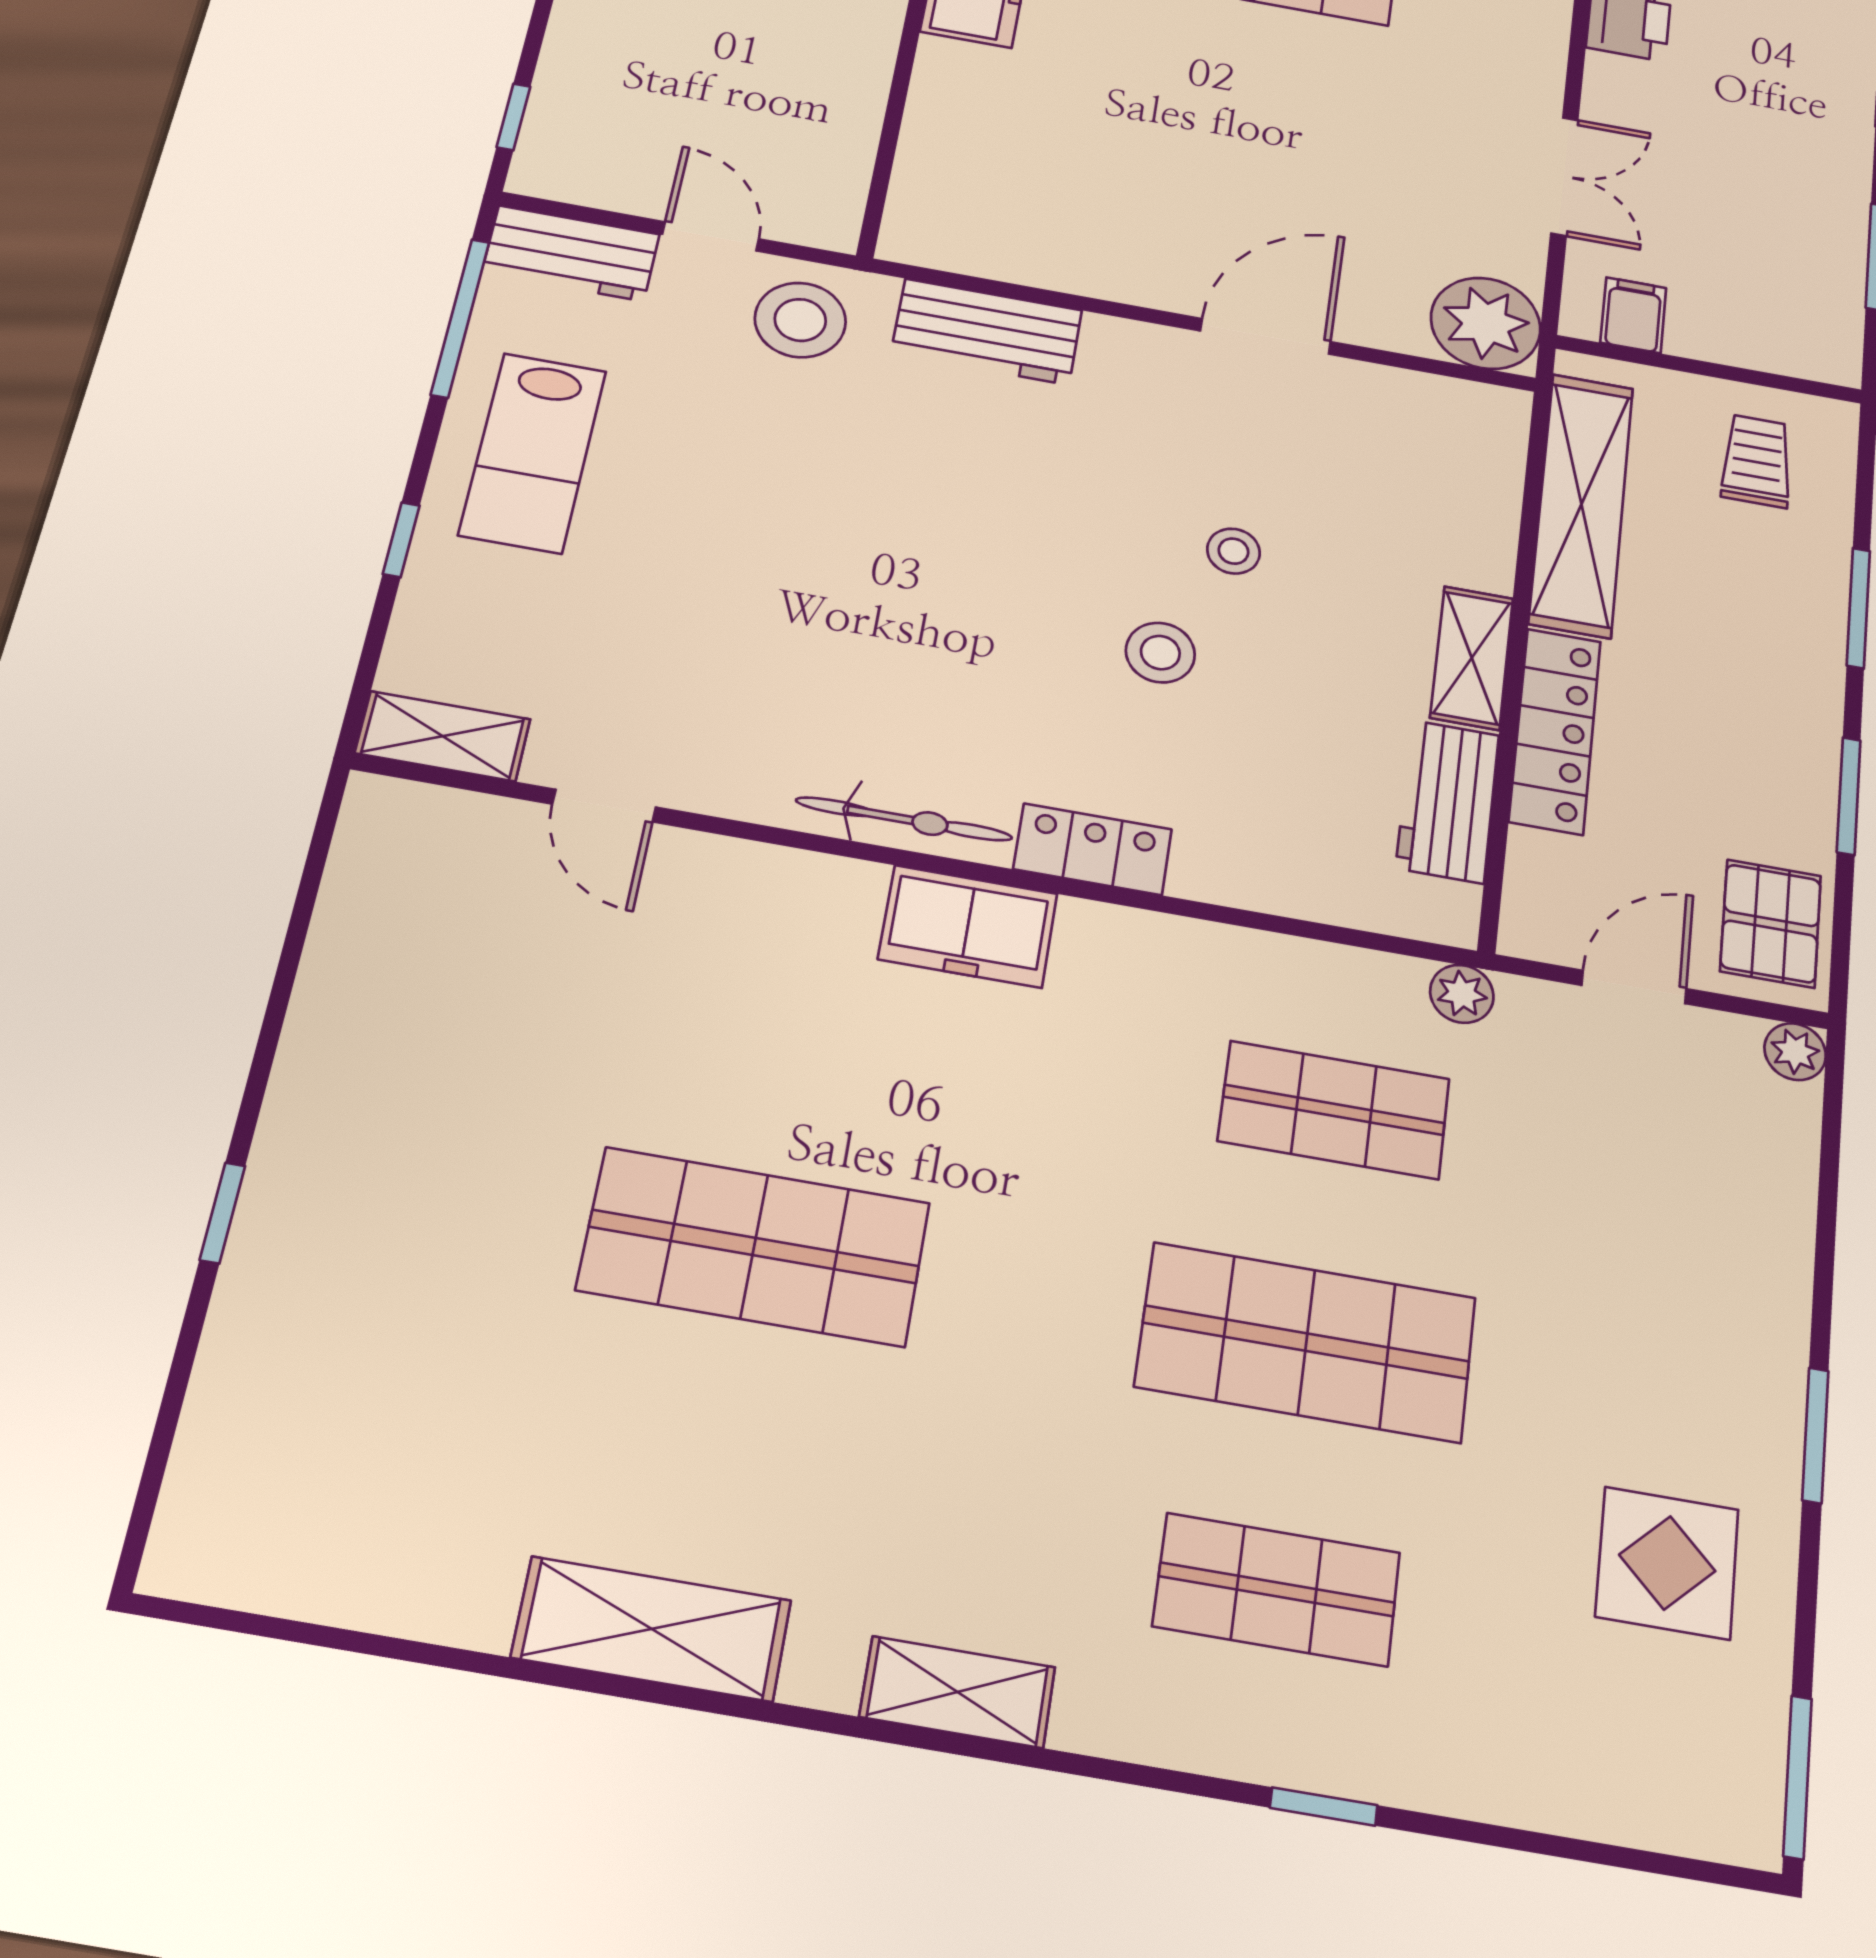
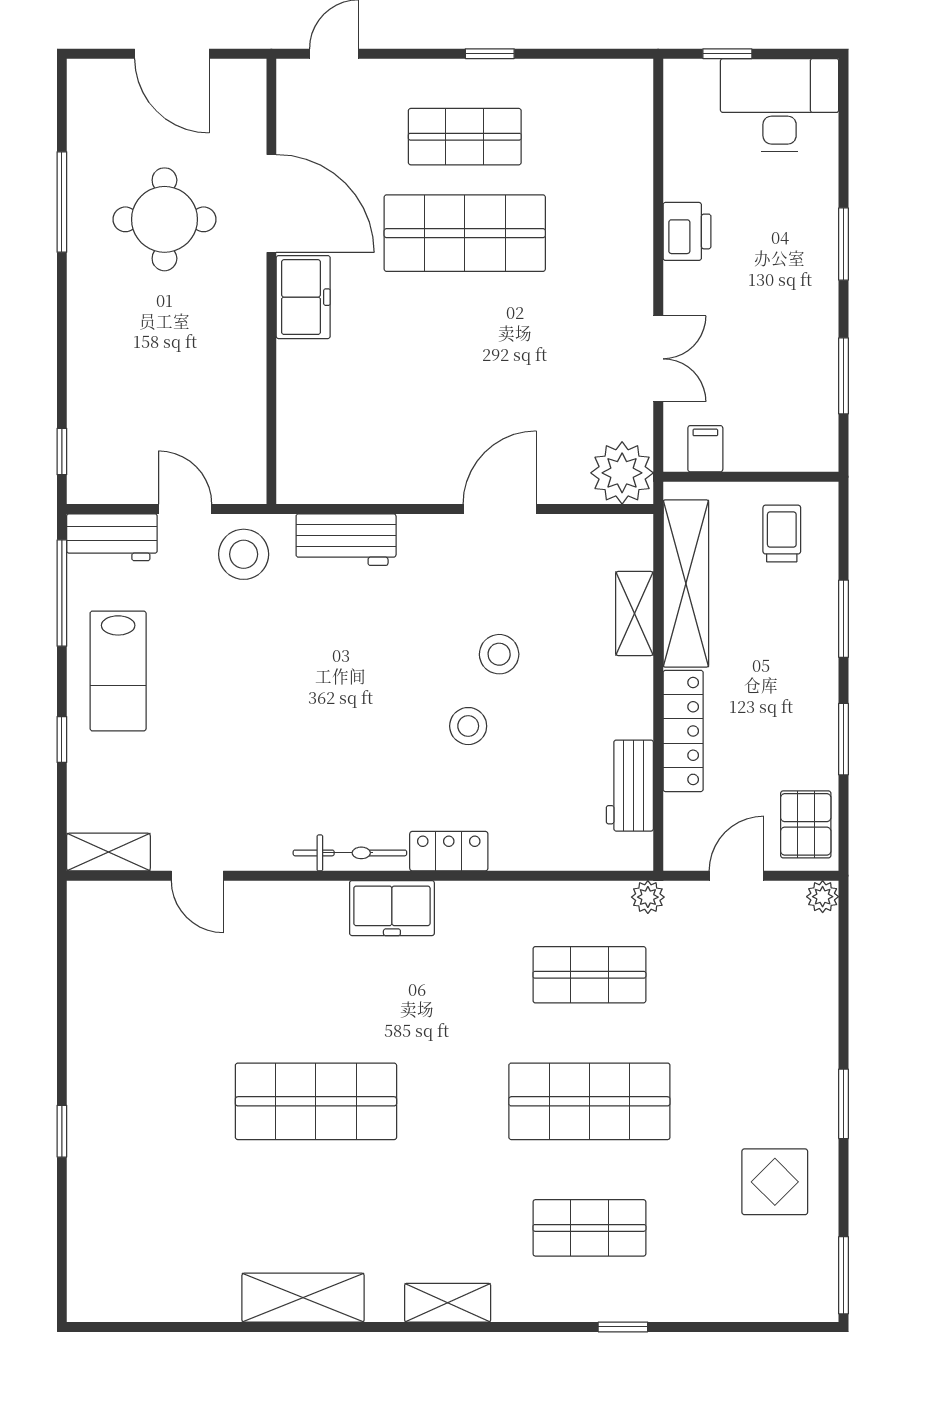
stool: (1233, 551) -> (499, 654), width x1.37, depth x1.37
shelving: (1472, 658) -> (634, 613), moved

